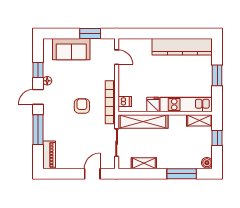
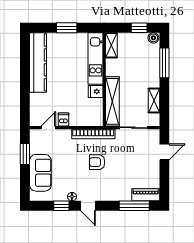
dishwasher: (125, 101) -> (64, 120), moved
window: (38, 130) -> (134, 206), moved
window: (217, 138) -> (139, 28), moved
door: (92, 174) -> (164, 152), swing flipped

